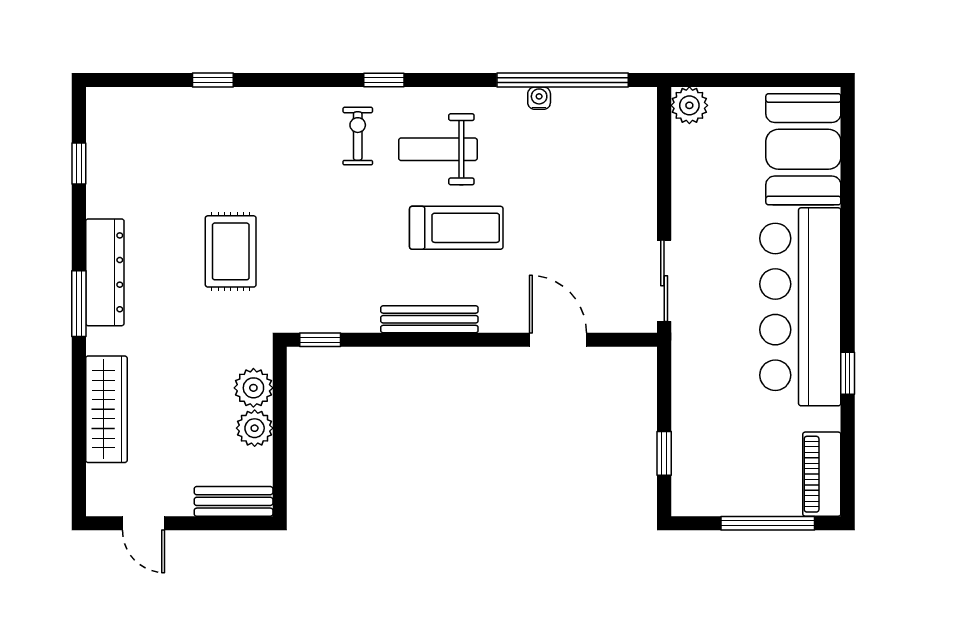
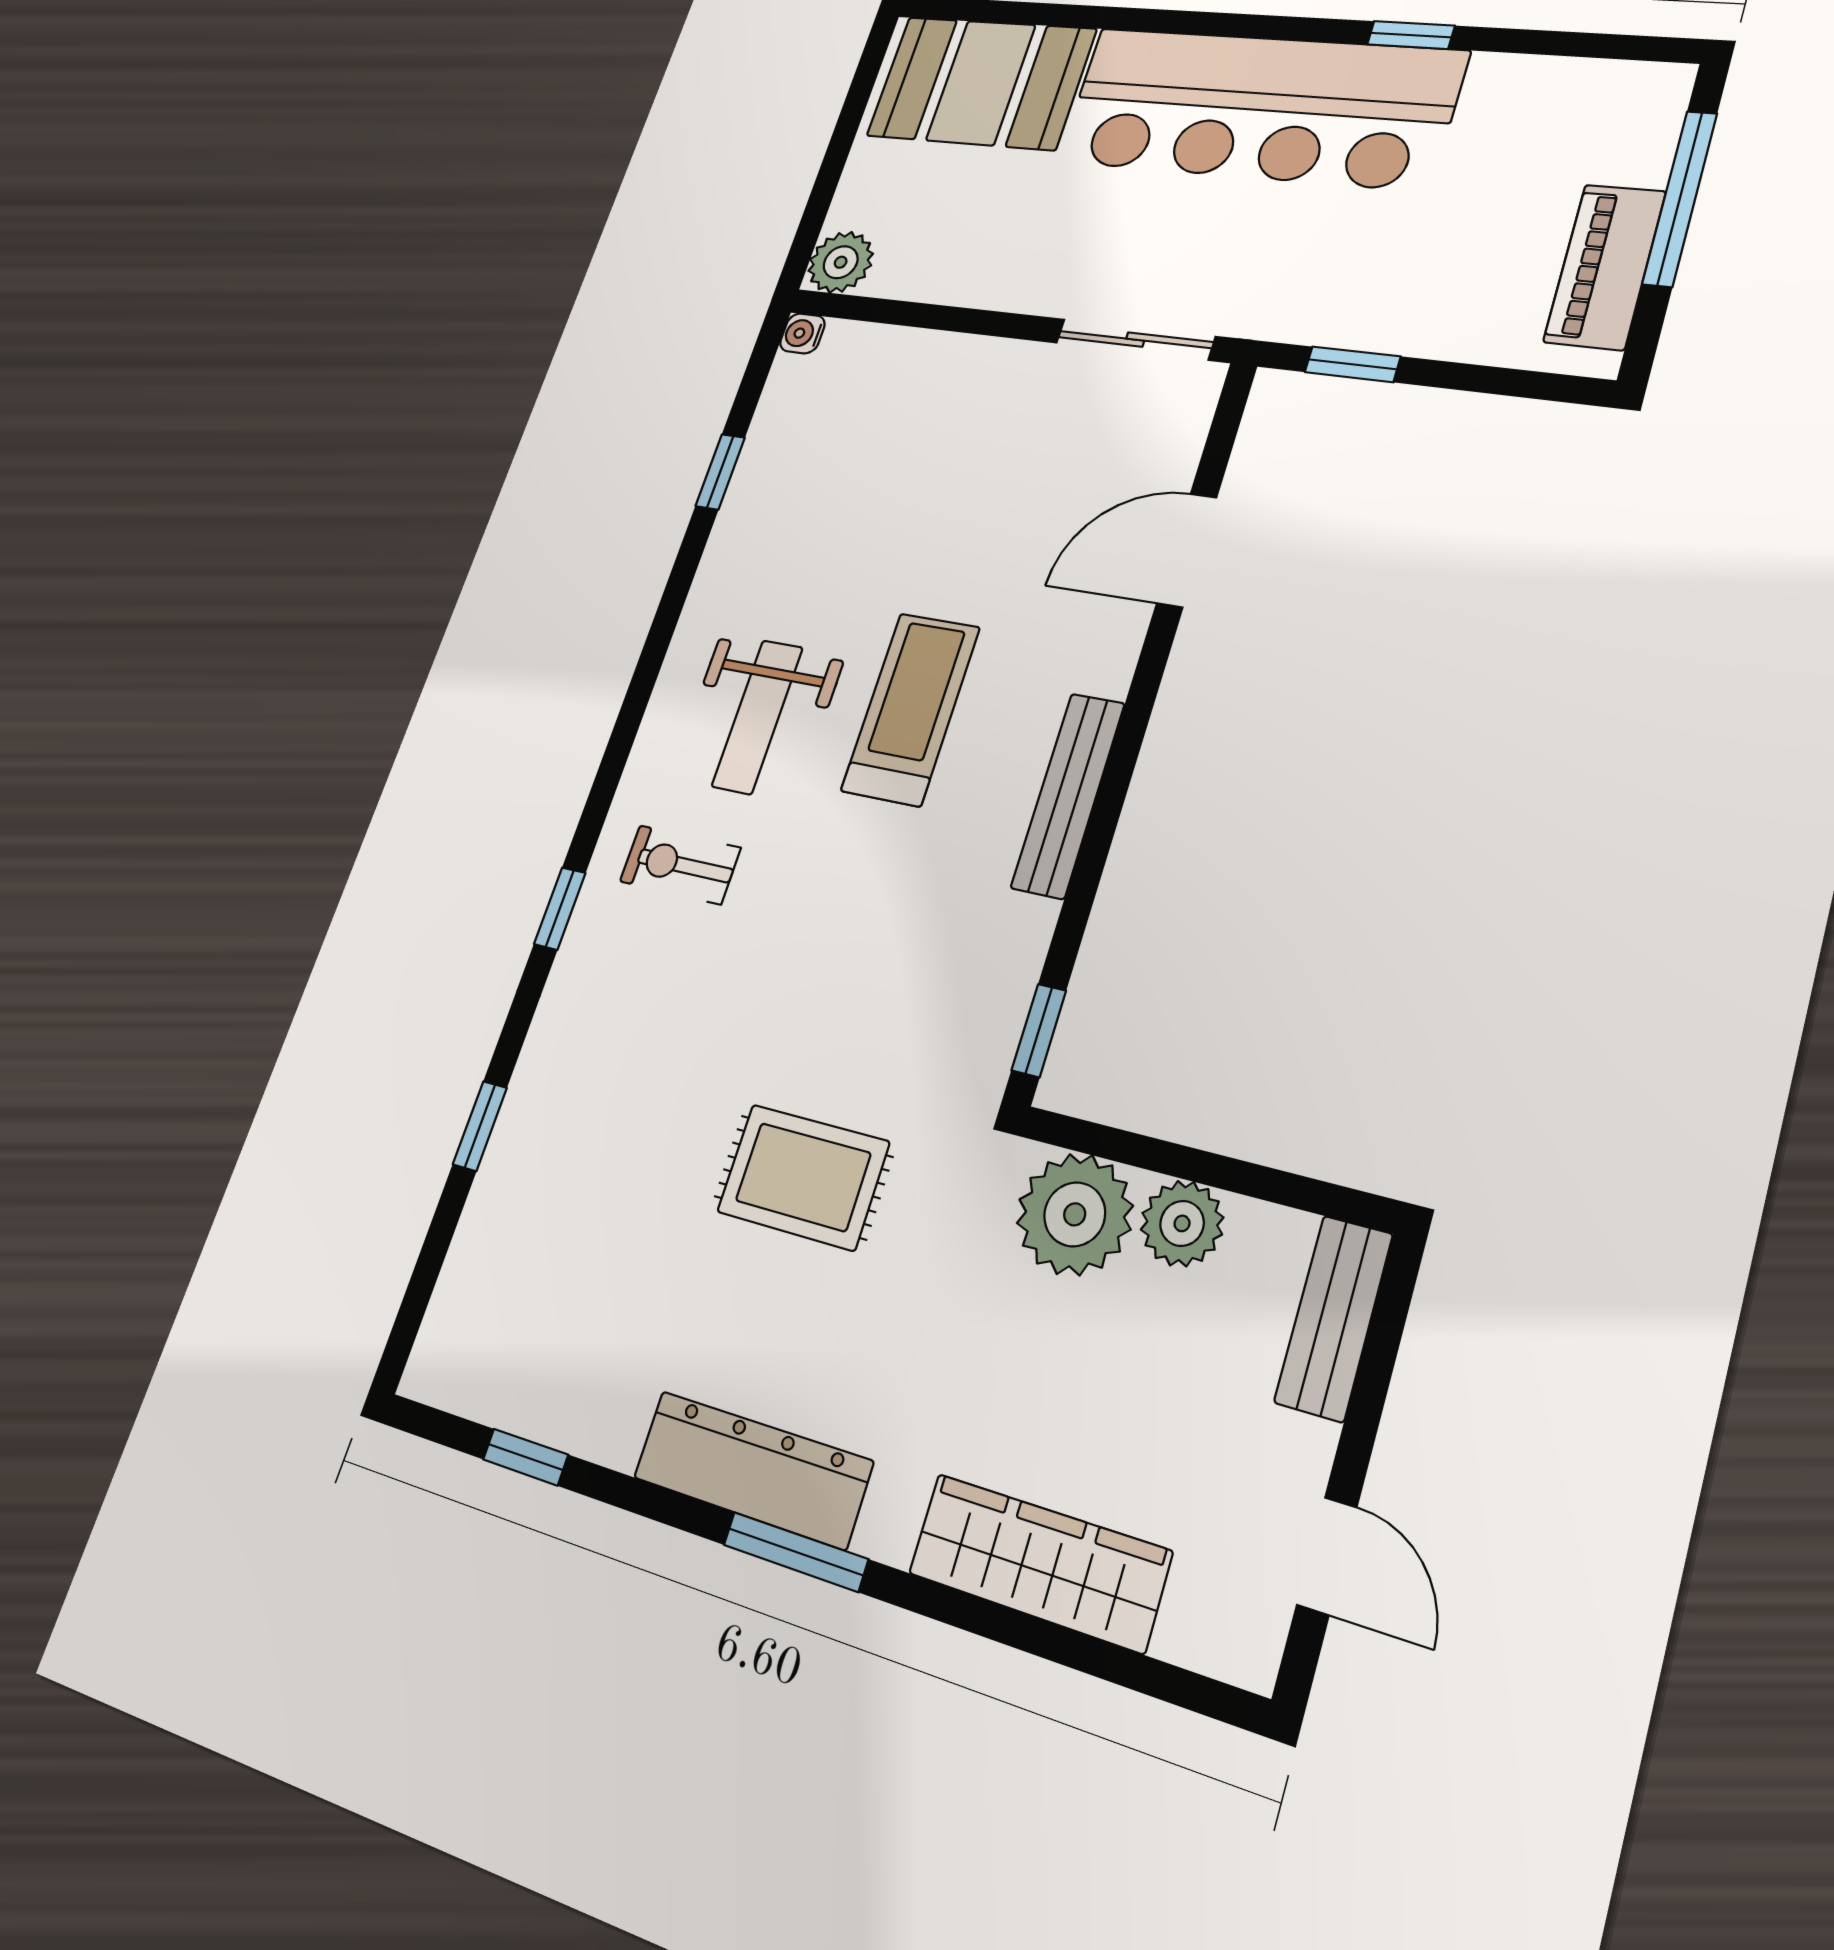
window: (384, 80) -> (560, 908), moved
window: (563, 80) -> (720, 472), width x0.32
water cooler: (539, 98) -> (802, 333), moved
plant: (253, 388) -> (1075, 1214), width x1.36, depth x1.36
window: (664, 453) -> (1353, 364), moved
piano: (822, 474) -> (1605, 267), moved, turned 90
door: (143, 523) -> (1327, 1556), hinge flipped

